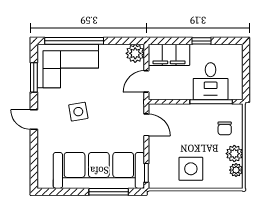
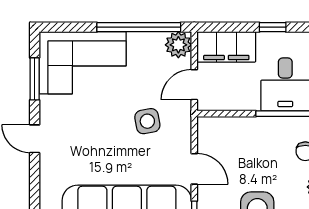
window: (74, 41) -> (139, 27), moved
side table: (78, 112) -> (147, 121), moved
door: (146, 125) -> (194, 169), moved

